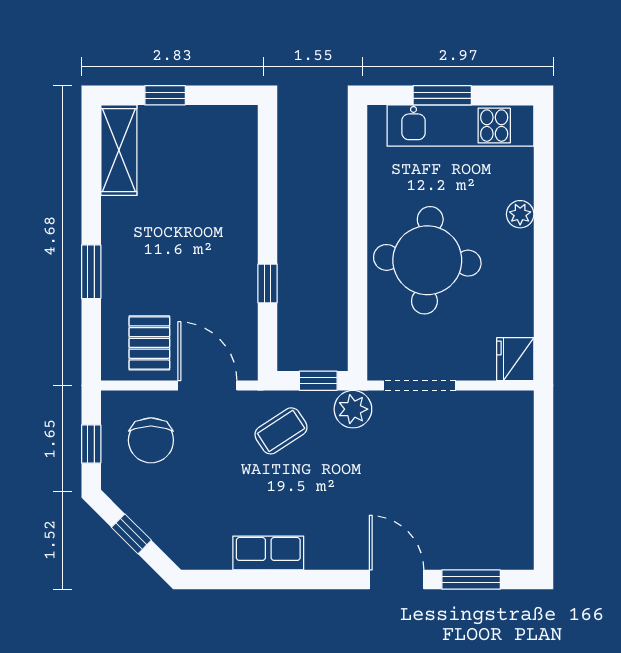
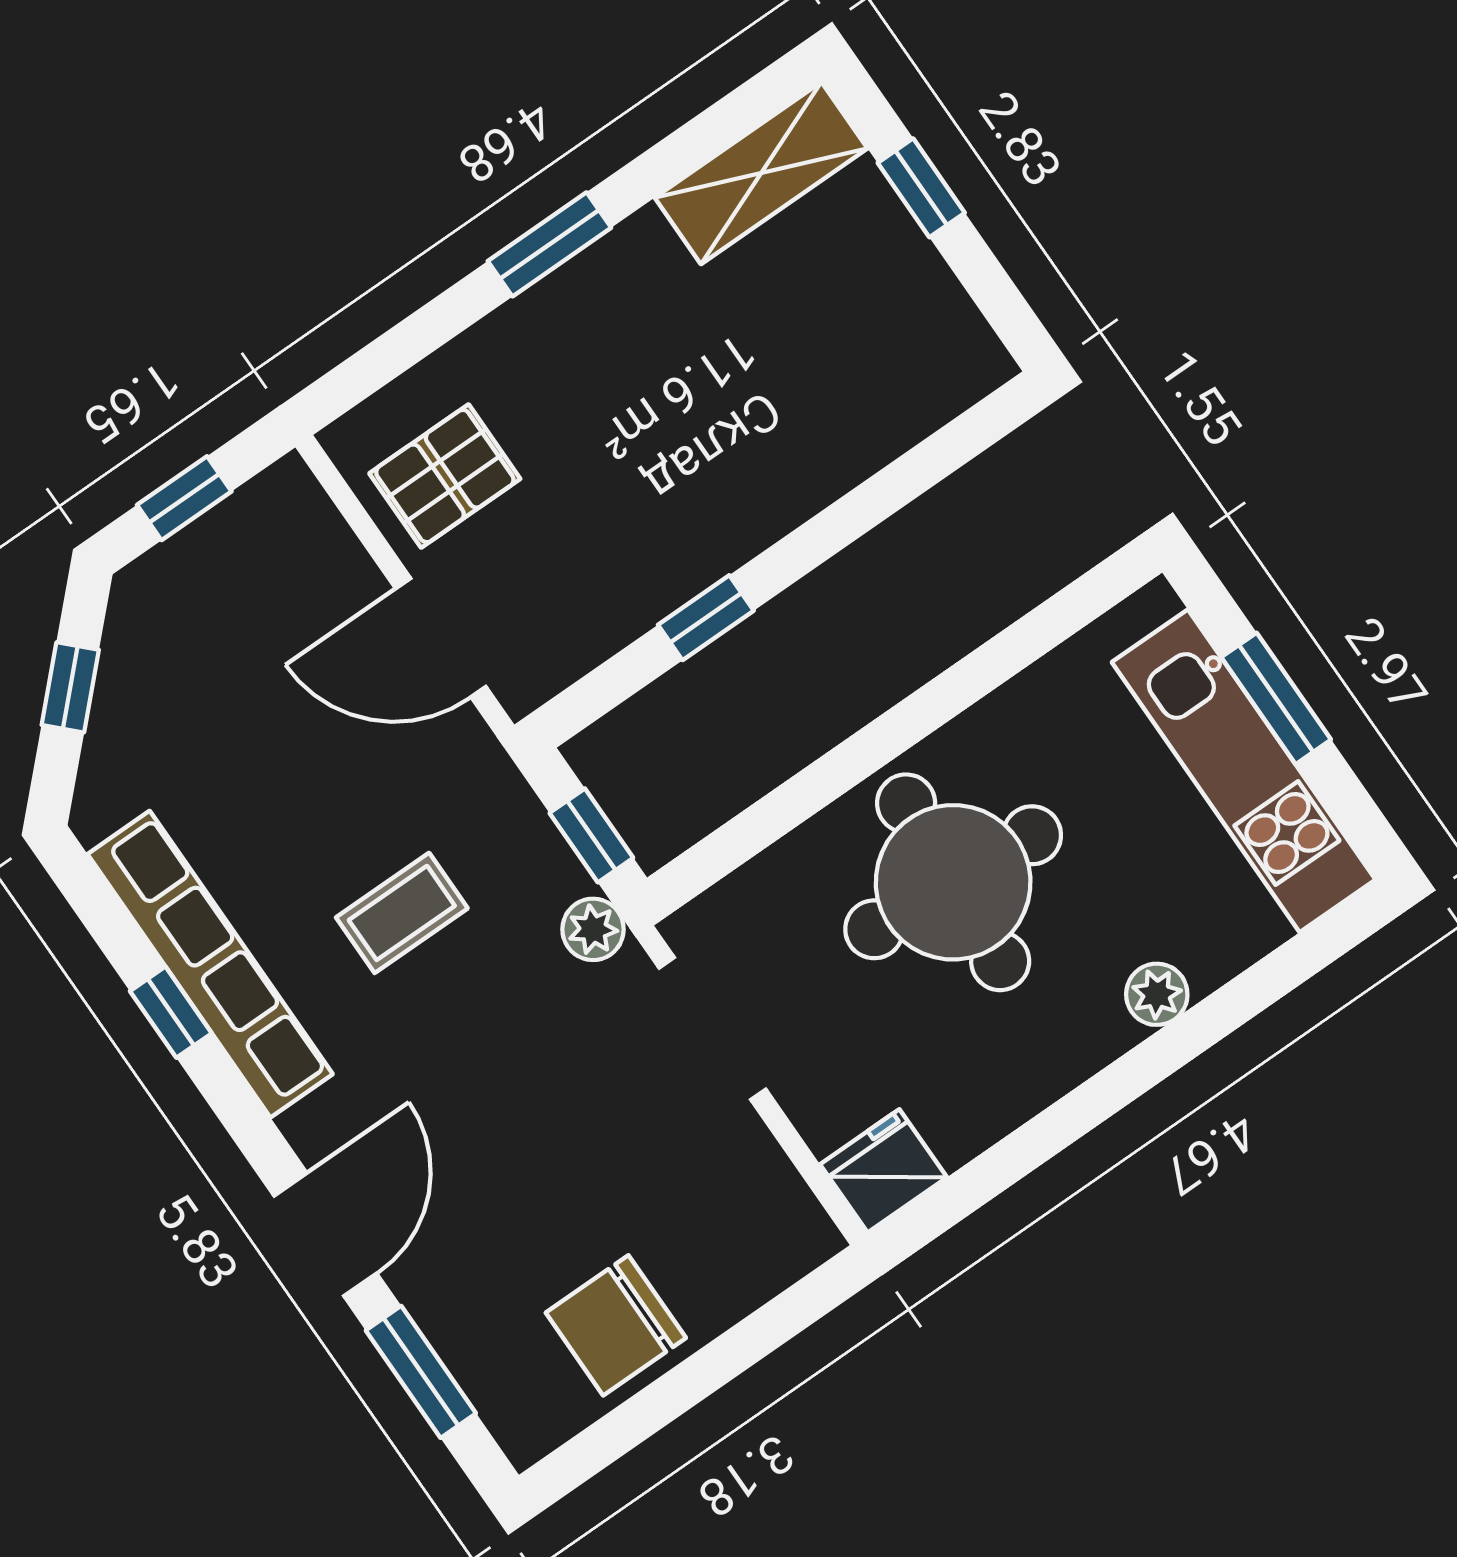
window: (91, 272) -> (549, 244), moved
door: (207, 386) -> (441, 638), swing flipped
plant: (353, 409) -> (593, 929), width x0.73, depth x0.73
coffee table: (281, 431) -> (402, 913), moved, turned -57
chair: (151, 440) -> (616, 1325), moved
row of seats: (268, 553) -> (210, 964), width x2.02
window: (276, 580) -> (171, 1012), added

